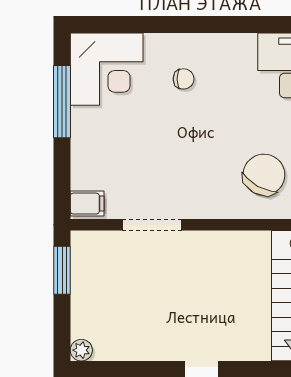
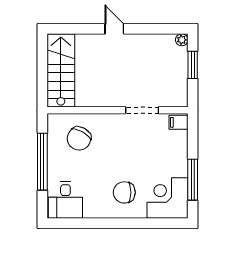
chair: (184, 79) -> (124, 192), width x1.87, depth x1.87
window: (62, 270) -> (193, 65), moved

